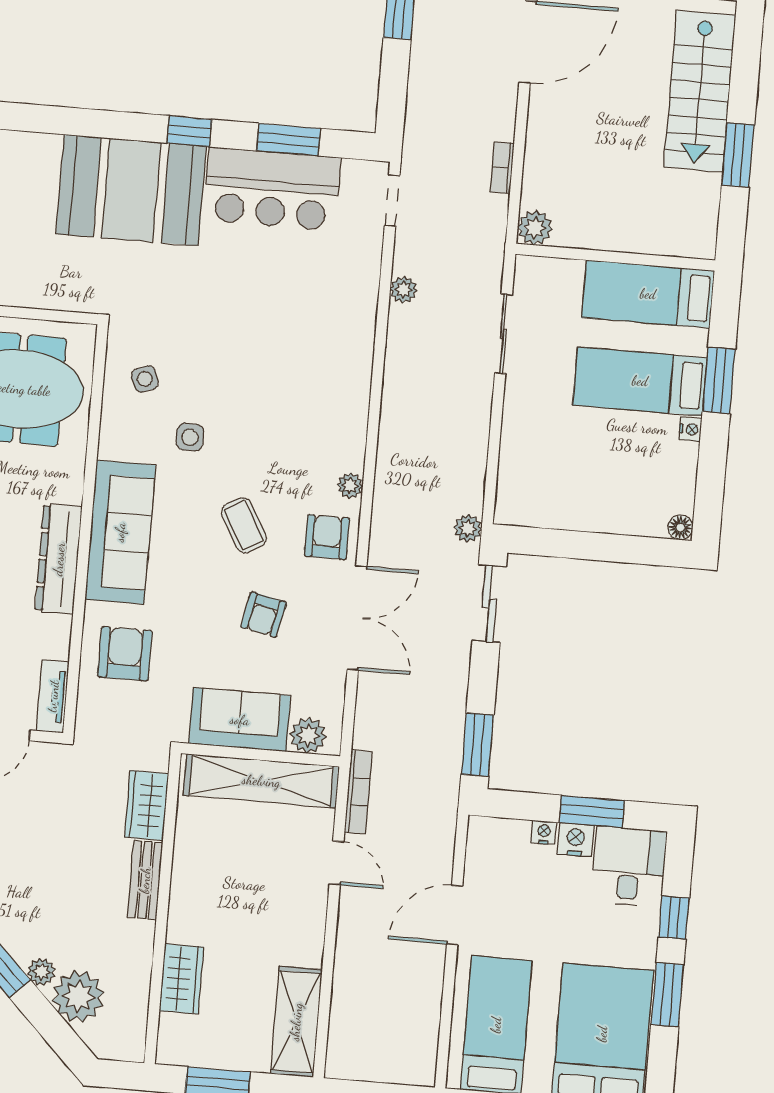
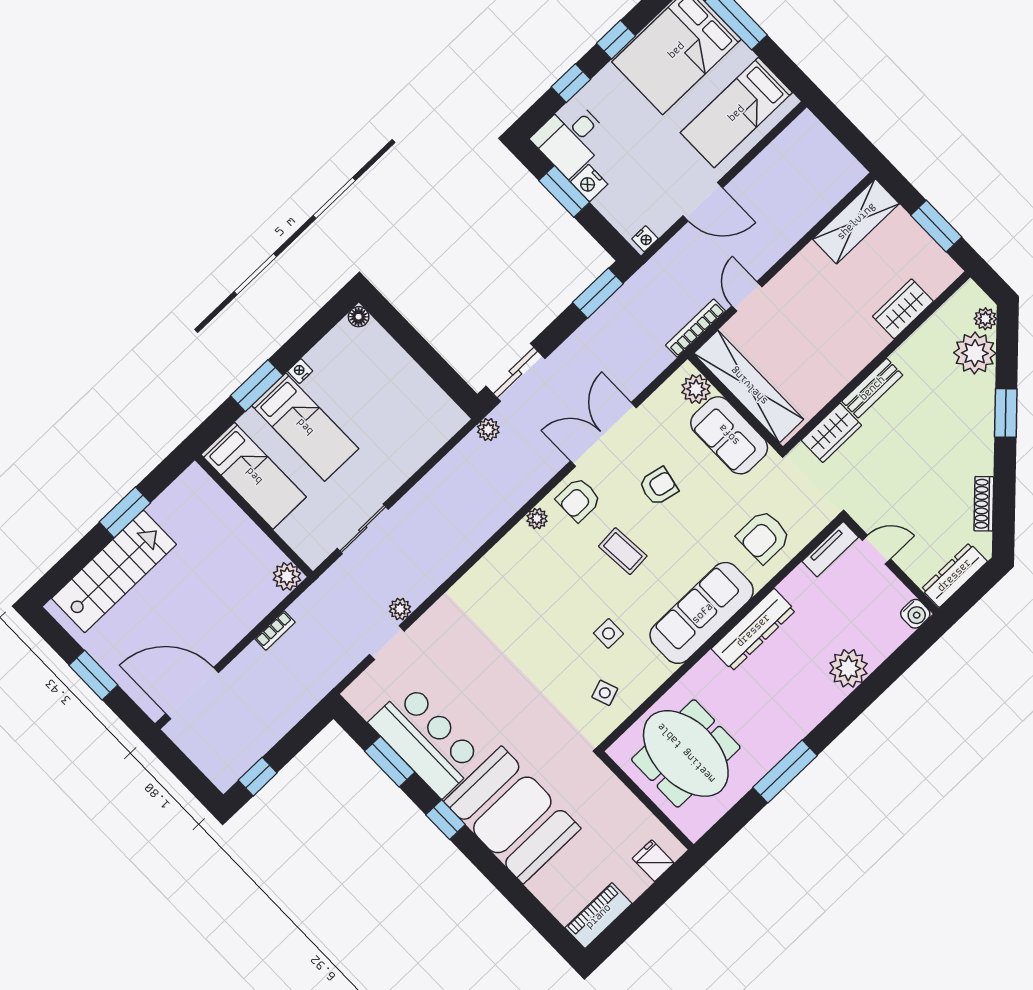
doorway: (392, 201) -> (387, 643), moved
coffee table: (244, 525) -> (623, 551), turned -64
nightstand: (544, 833) -> (645, 239), moved, turned -90
plant: (42, 972) -> (985, 319), moved
window: (667, 995) -> (616, 40), width x0.67

